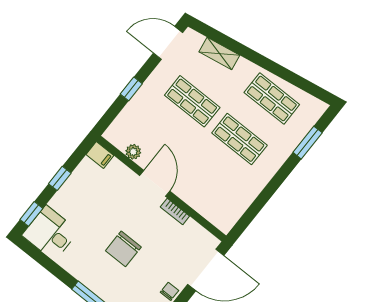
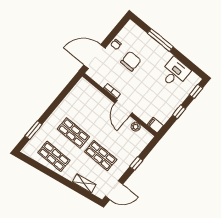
desk: (50, 233) -> (175, 73), moved, turned -90
chair: (123, 249) -> (131, 61), moved

